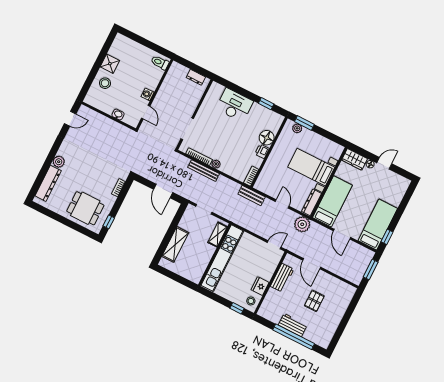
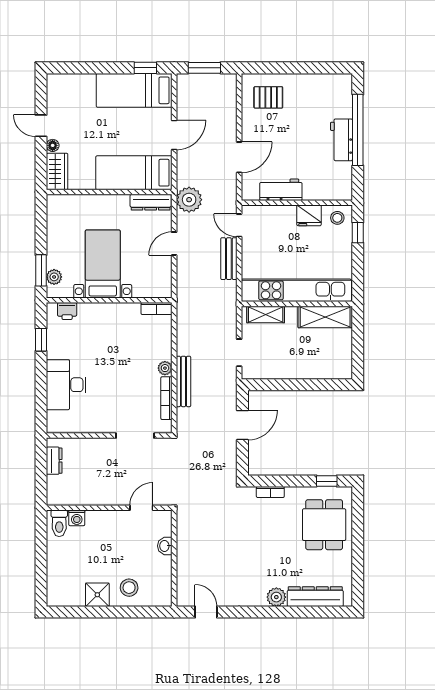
washing machine: (148, 94) -> (77, 518), moved
floor lamp: (267, 138) -> (90, 314), removed
printer: (262, 151) -> (67, 311), moved
bed with nightstands: (311, 167) -> (103, 264), moved, turned 180
bench: (252, 195) -> (229, 259), moved
shelving: (175, 244) -> (325, 317), moved
pallet: (314, 301) -> (268, 97), moved

